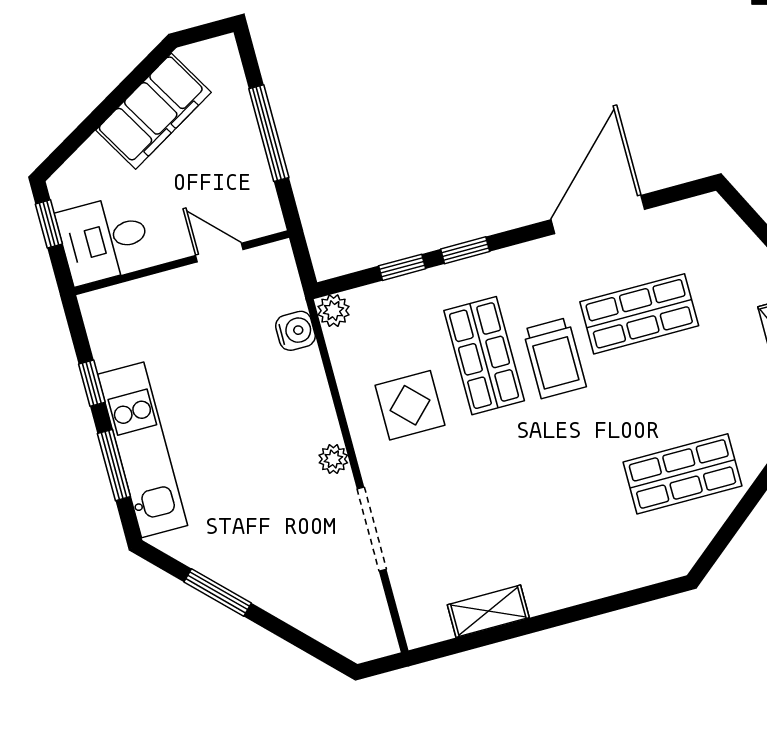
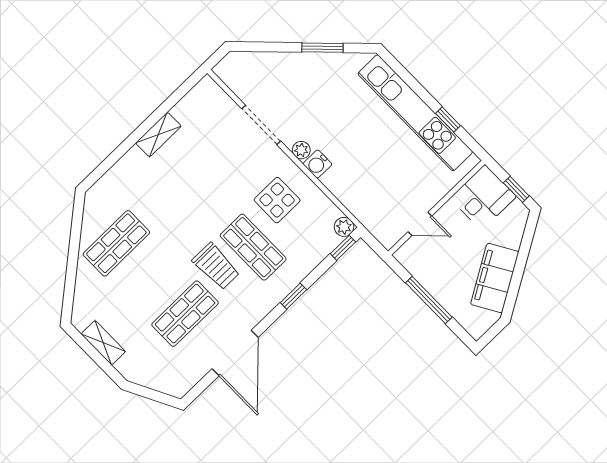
window: (402, 267) -> (343, 248), moved
water cooler: (295, 331) -> (317, 164), moved
trolley: (555, 358) -> (216, 266), turned 180
kitchen unit: (143, 450) -> (415, 113), width x1.36
window: (114, 465) -> (413, 84), removed
shelving: (488, 611) -> (158, 135), moved

